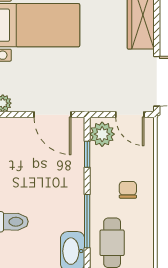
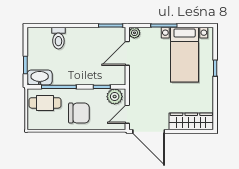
door: (52, 115) -> (127, 53), moved
chair: (128, 190) -> (79, 113), width x1.87, depth x1.87

